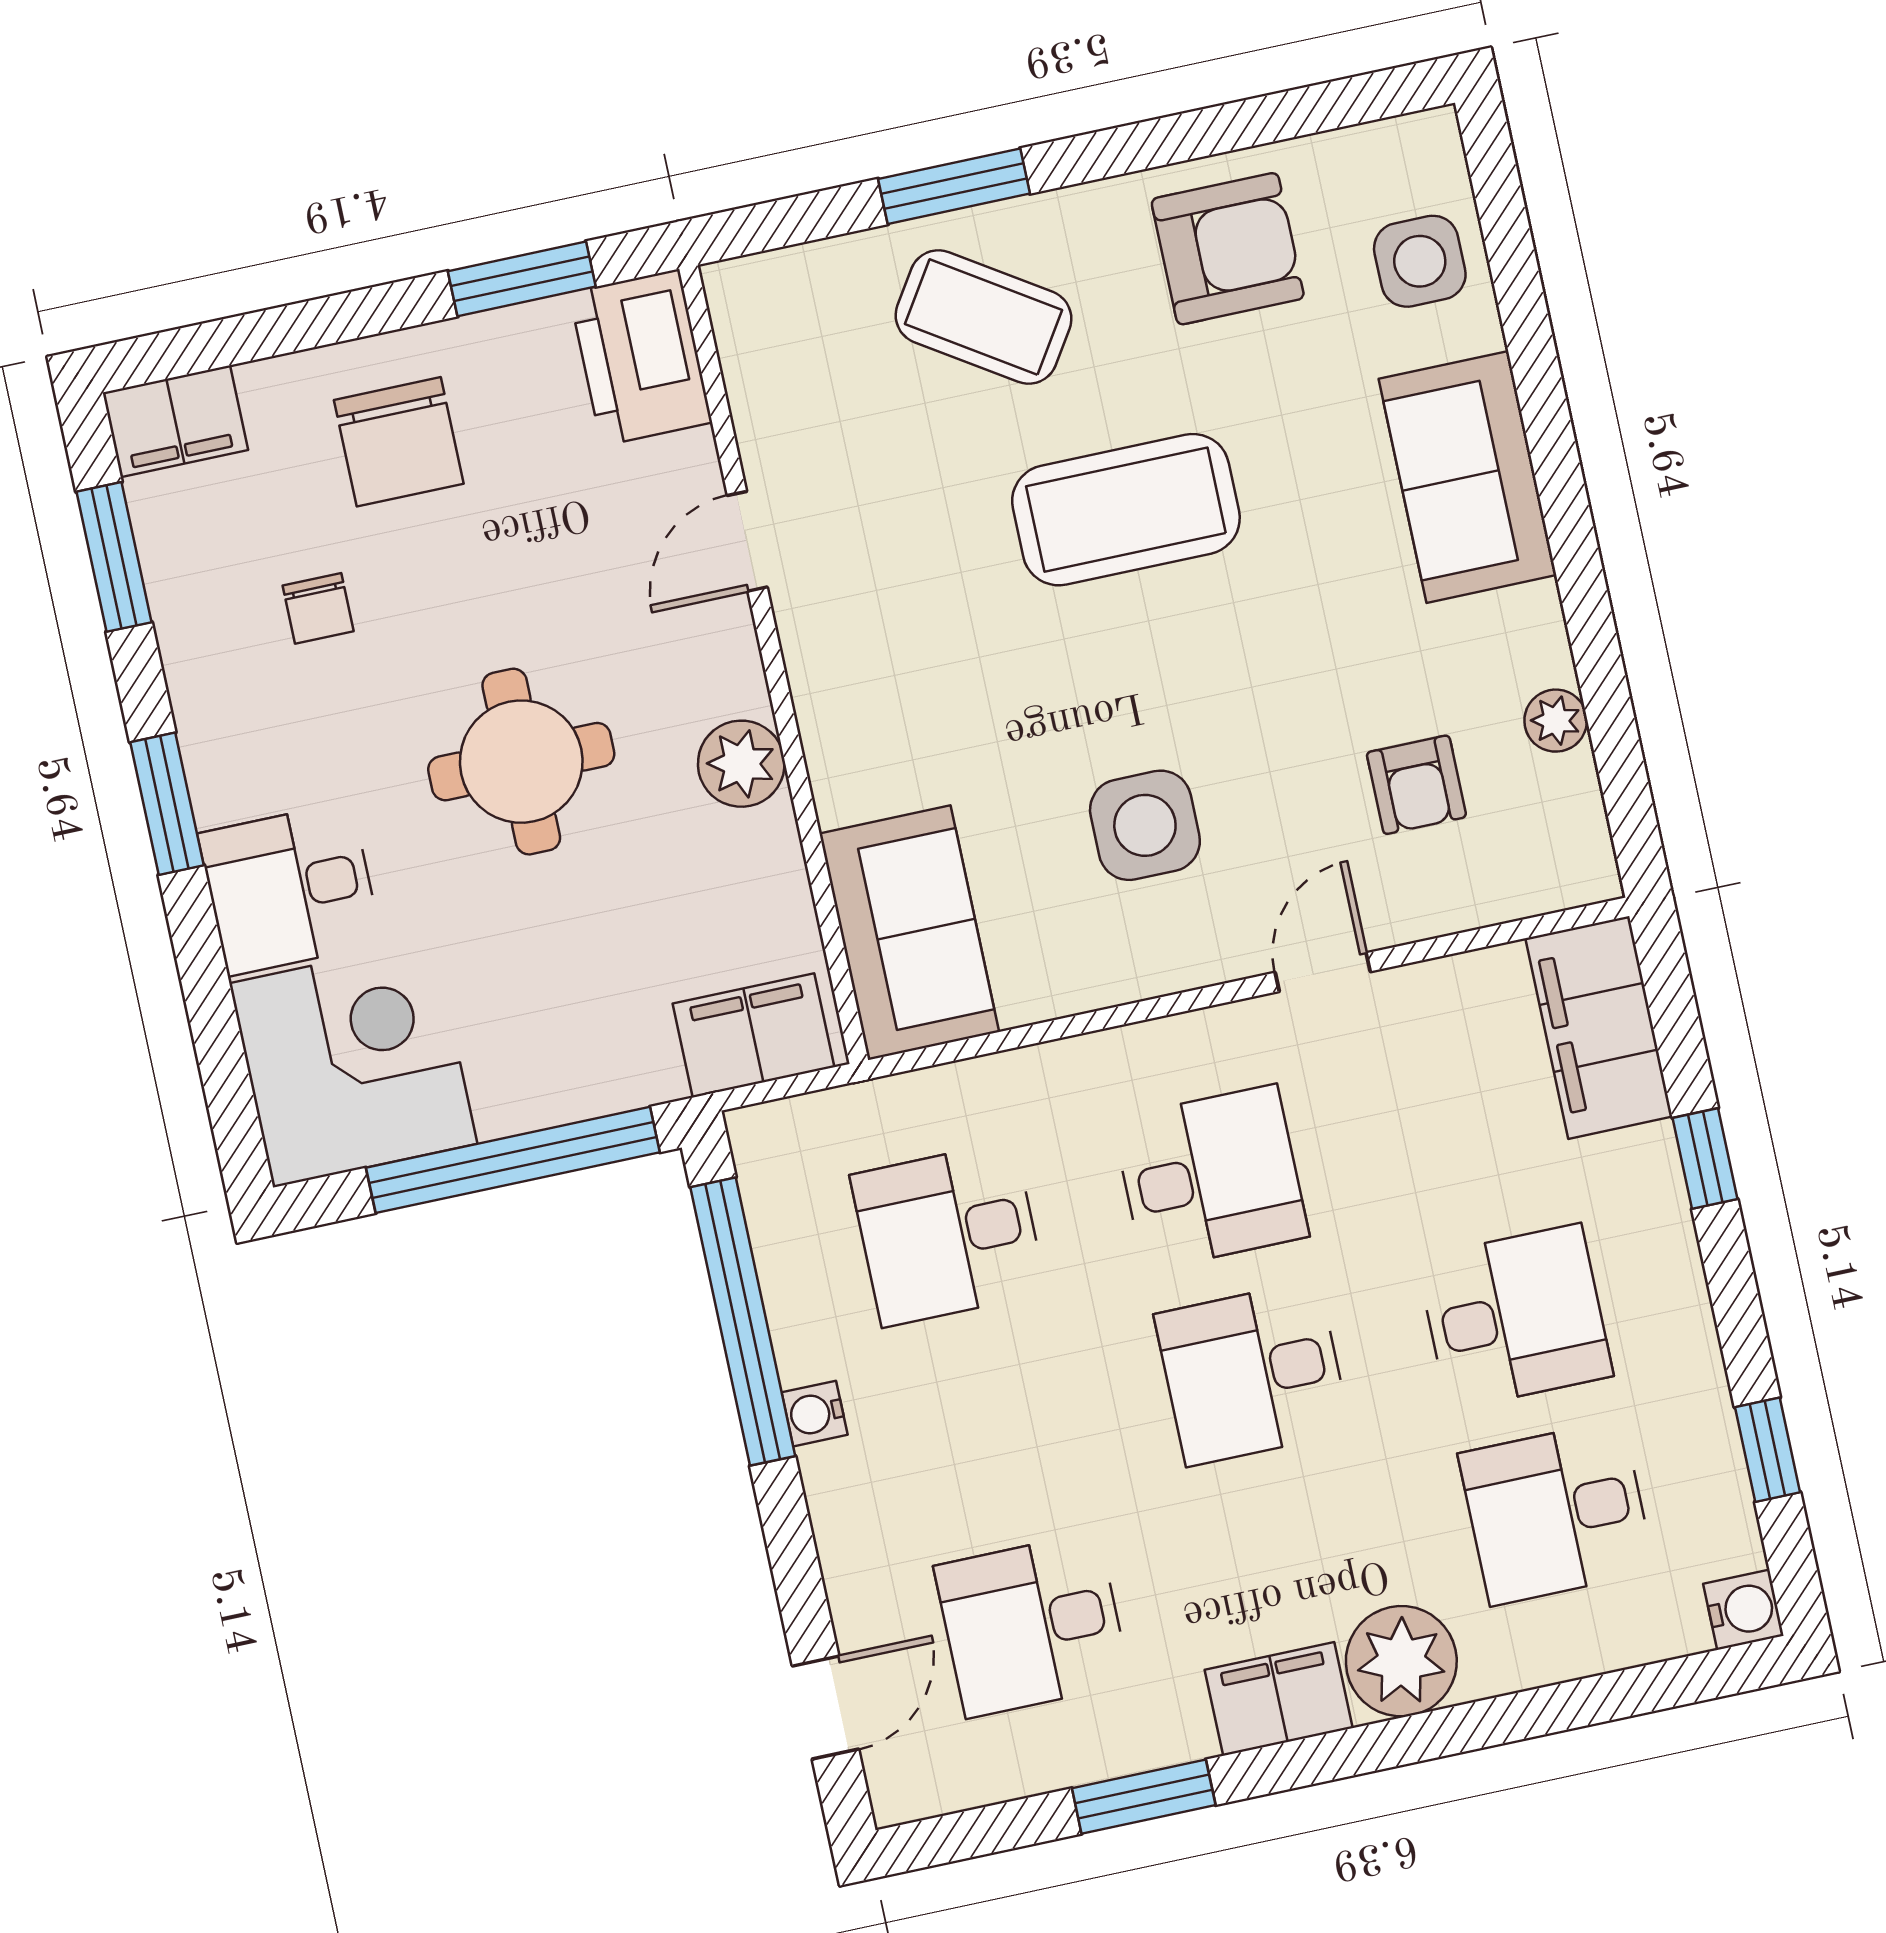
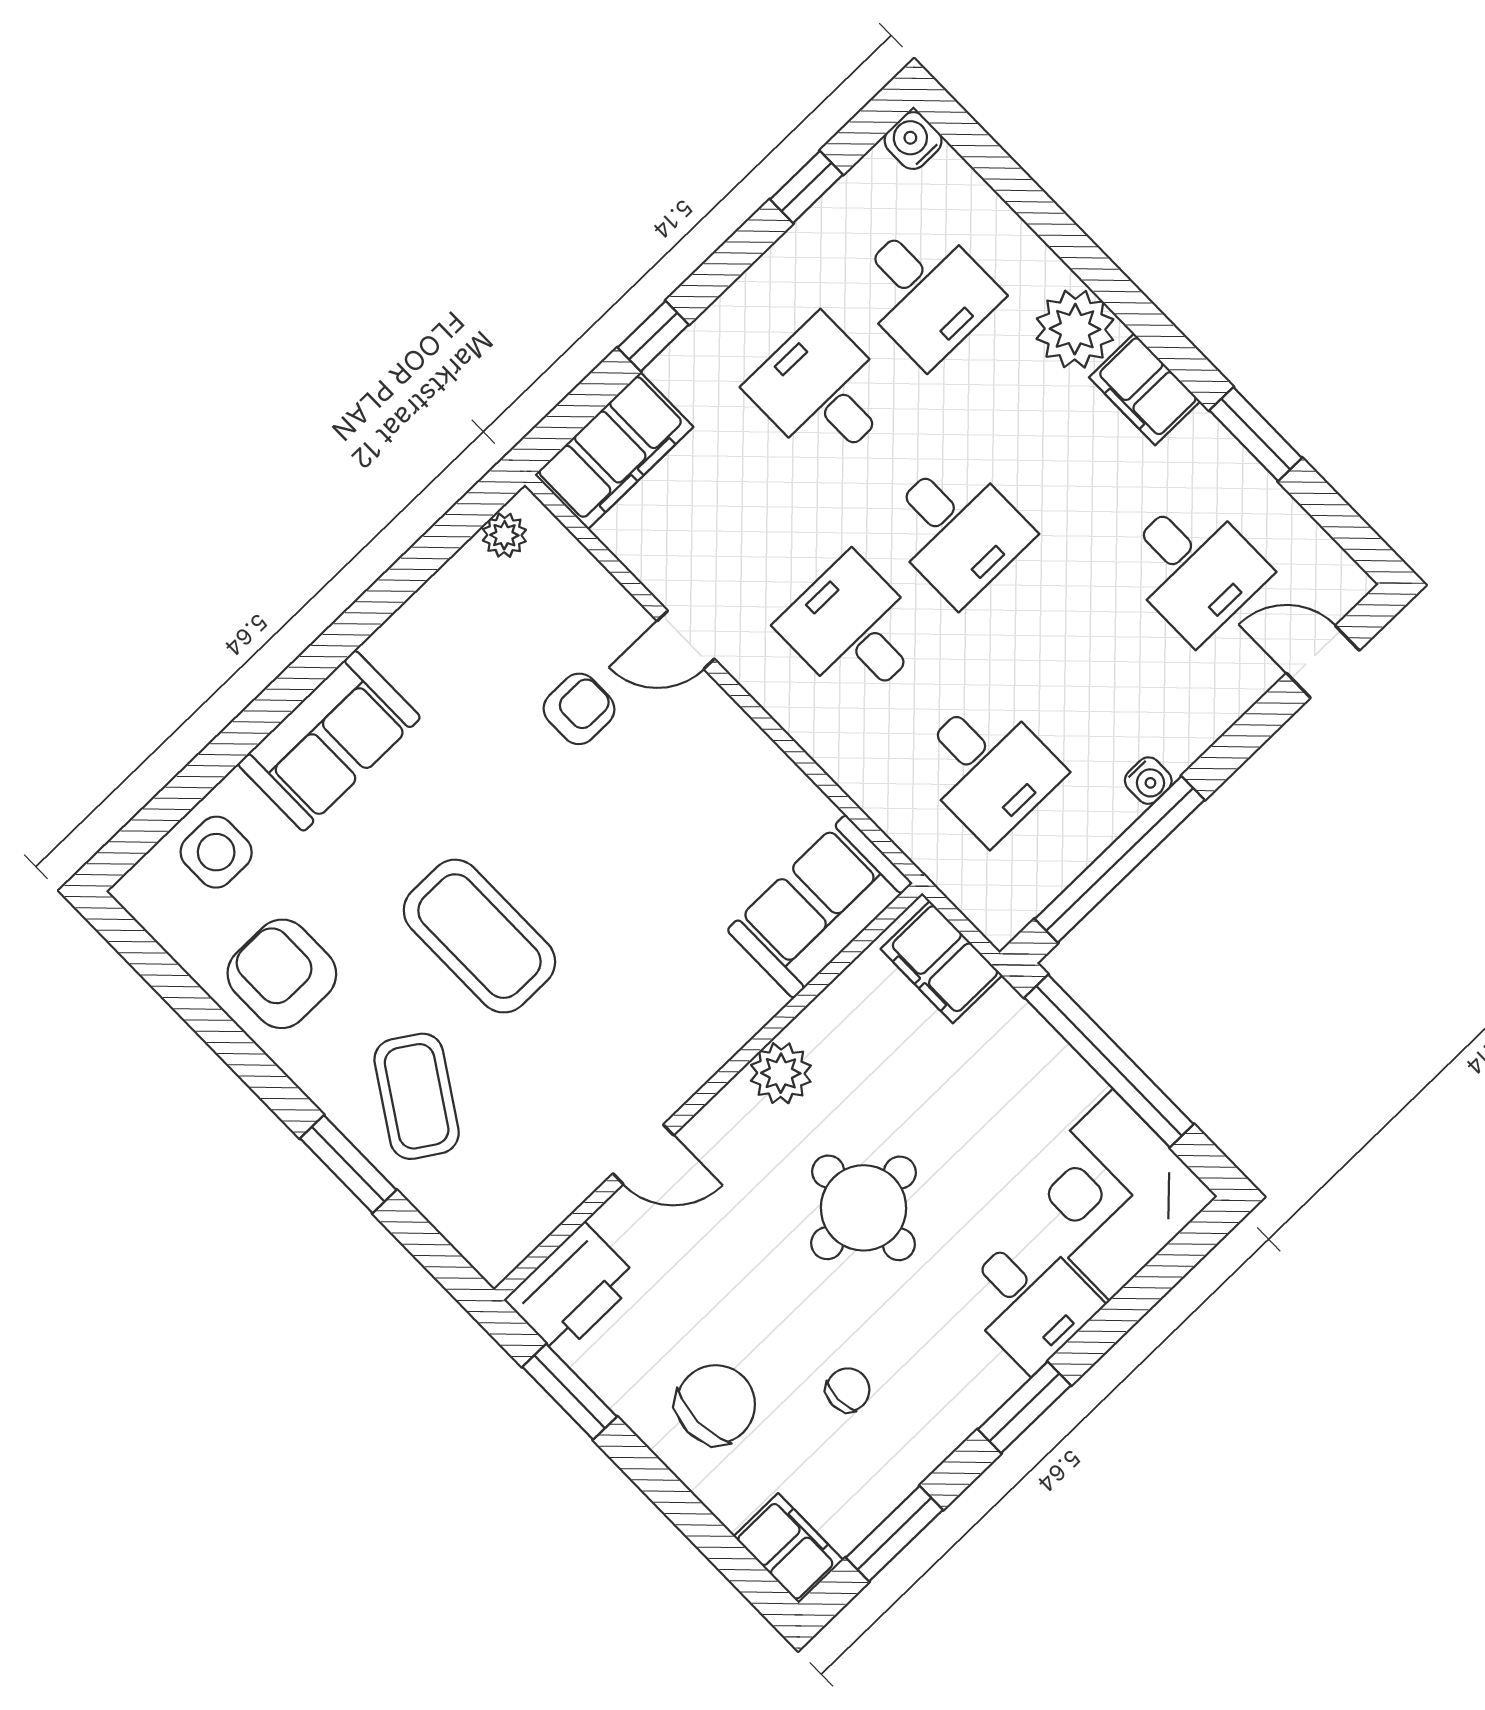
plant: (1556, 721) -> (504, 535), moved
armchair: (1416, 785) -> (579, 709), moved
side table: (1145, 825) -> (664, 804), removed

